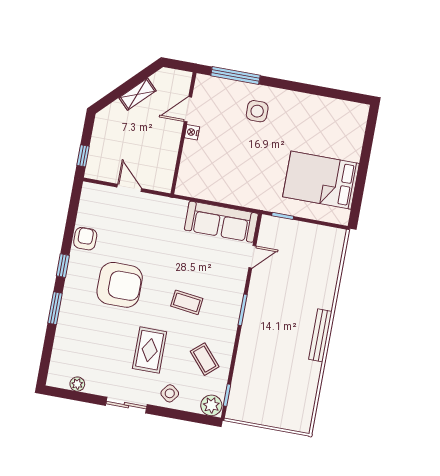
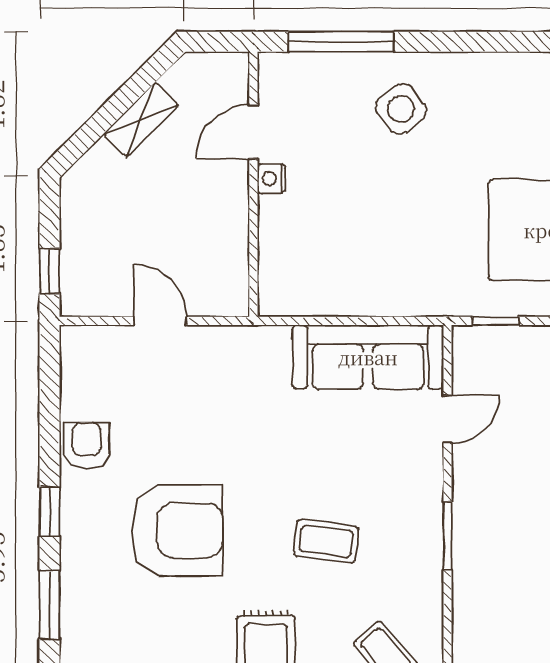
side table: (257, 111) -> (401, 109), turned -37

